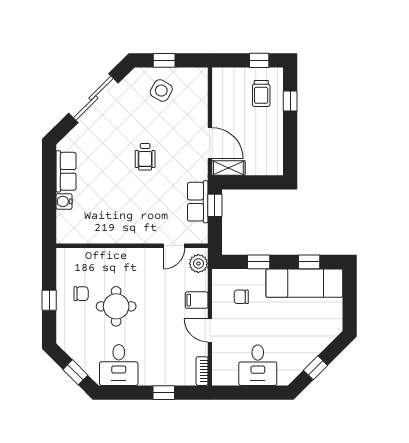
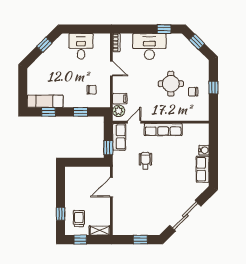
side table: (161, 91) -> (142, 221), removed
door: (210, 143) -> (111, 187), hinge flipped
wheelchair: (145, 157) -> (145, 161), moved
shelving: (228, 168) -> (100, 230), moved
row of seats: (198, 202) -> (119, 137), moved
row of seats: (128, 234) -> (163, 130), added
exam couch: (304, 283) -> (45, 101), width x0.73, depth x0.69
filing cabinet: (197, 300) -> (120, 99), moved
desk: (119, 365) -> (149, 46), moved, width x1.37
window: (164, 393) -> (164, 29), moved

